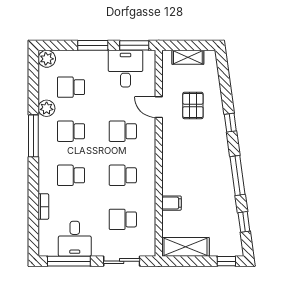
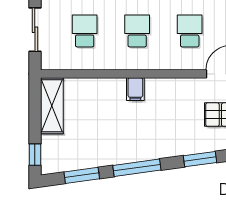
window: (230, 123) -> (200, 159), width x1.50
filing cabinet: (172, 203) -> (135, 89), moved
window: (244, 222) -> (82, 175), width x1.50

